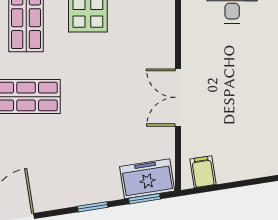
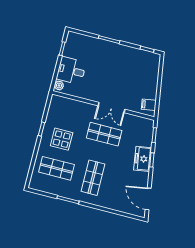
shop shelf: (120, 97) -> (104, 134), added
freezer: (147, 179) -> (143, 159), moved

